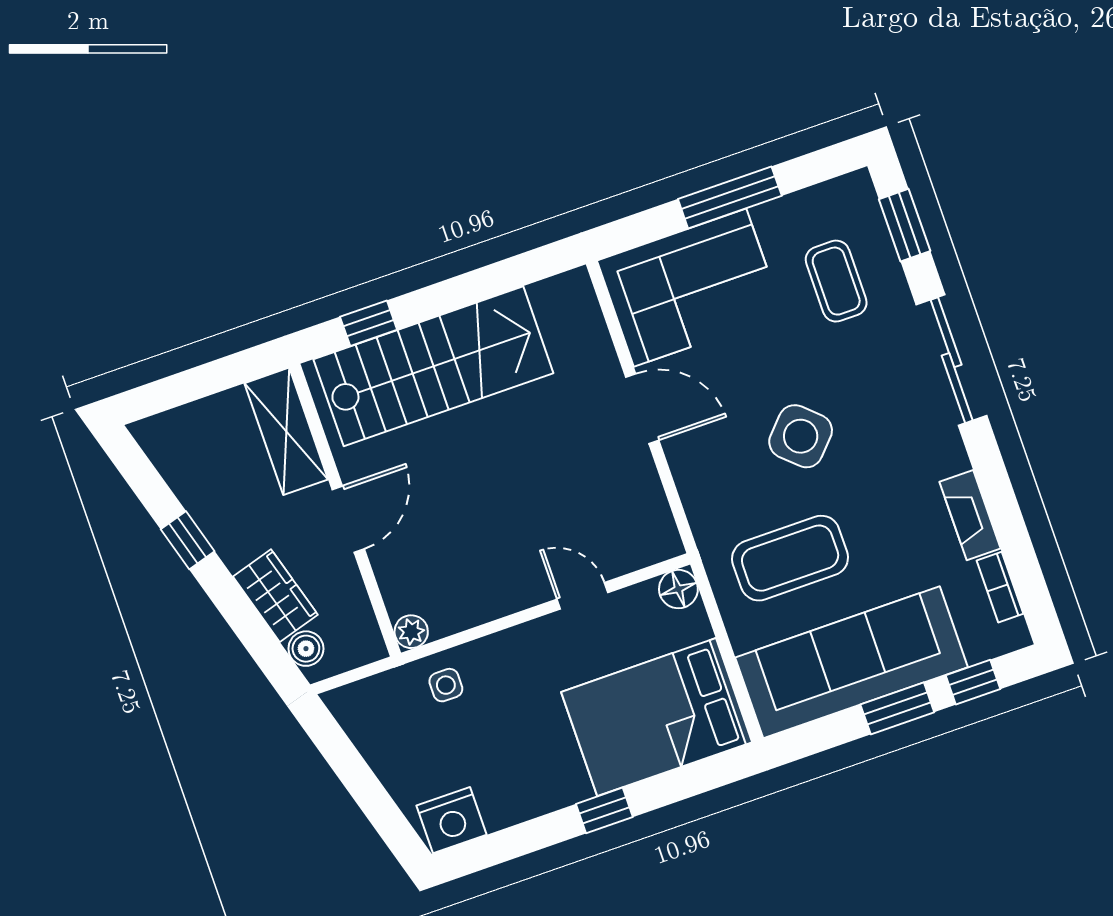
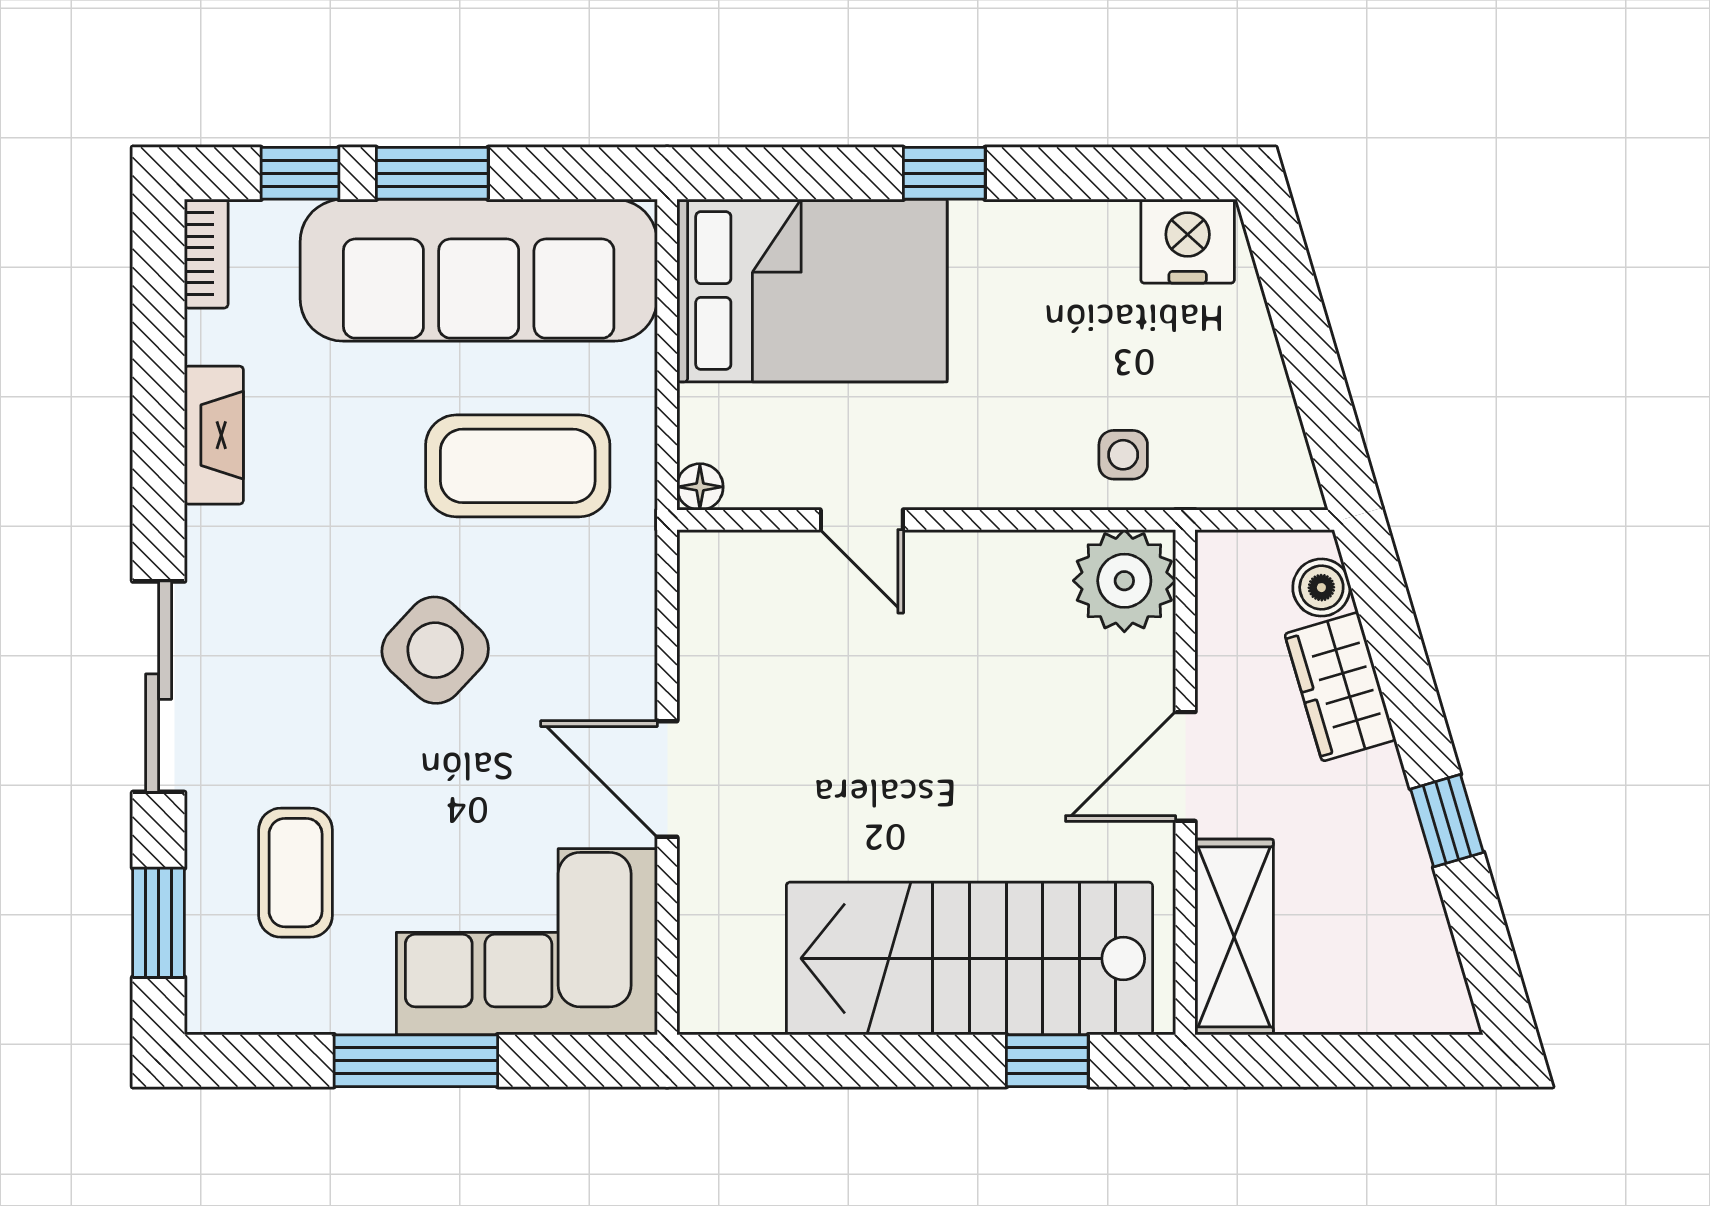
bookcase: (1000, 587) -> (206, 254), moved
floor lamp: (678, 589) -> (700, 487), width x0.73, depth x0.73
plant: (411, 632) -> (1124, 581), width x1.87, depth x1.87

